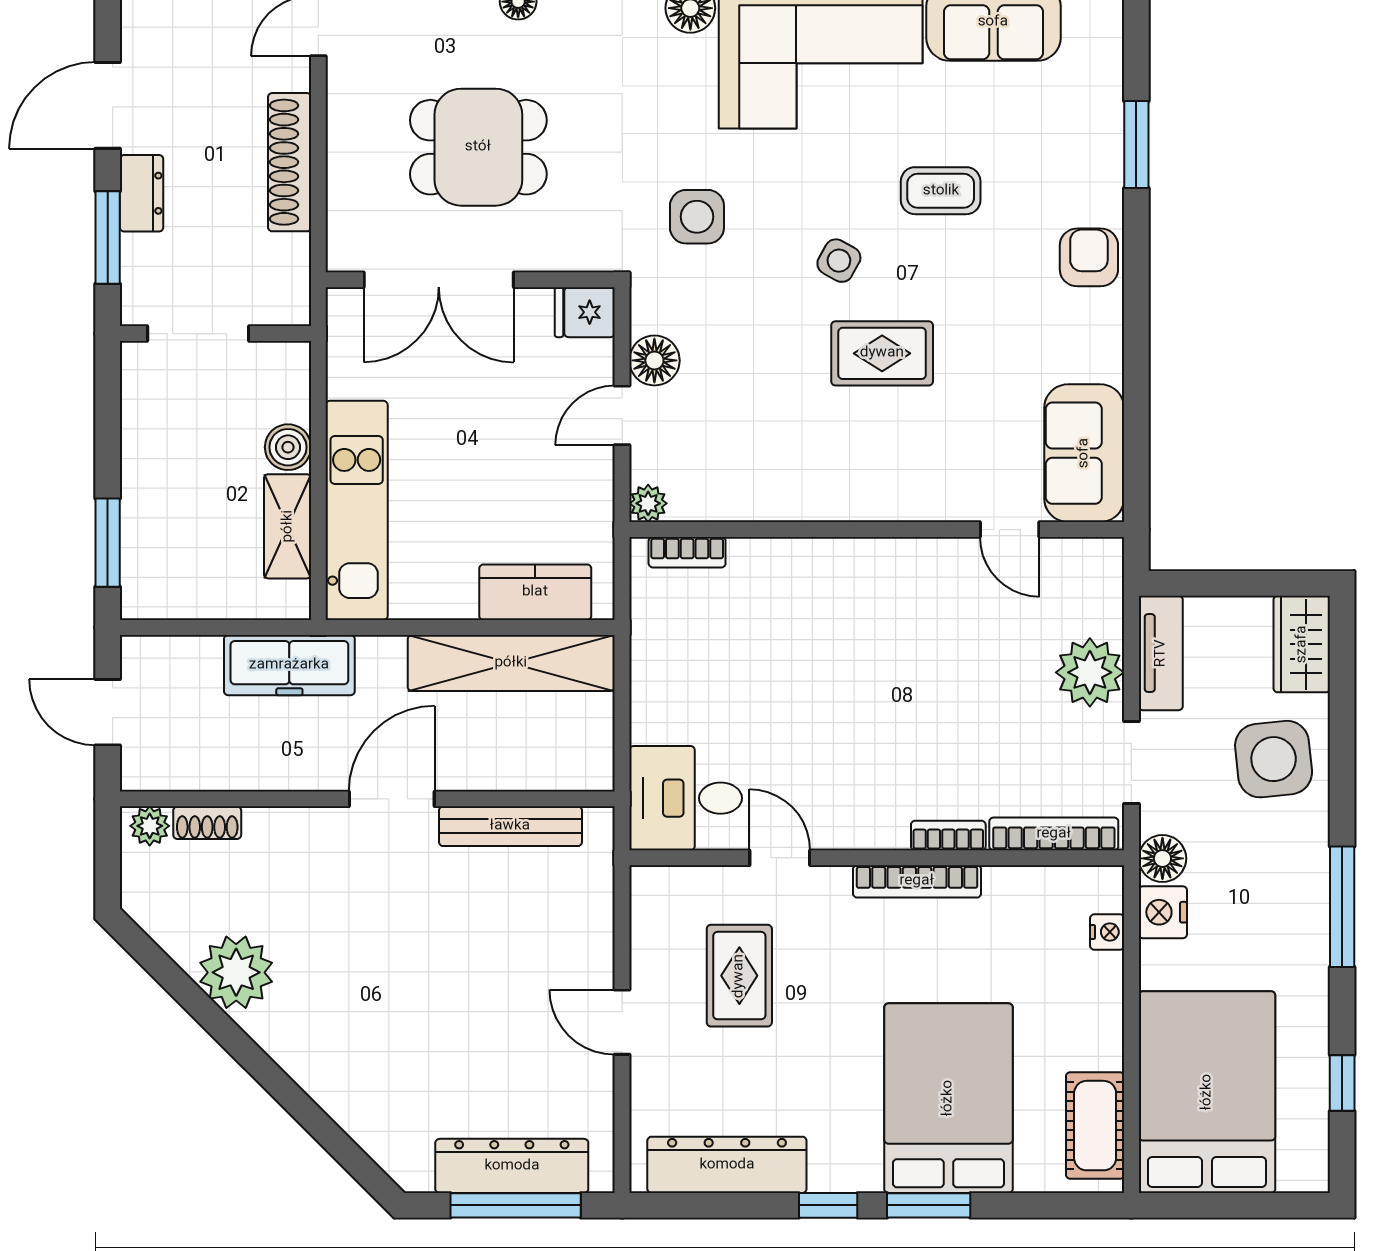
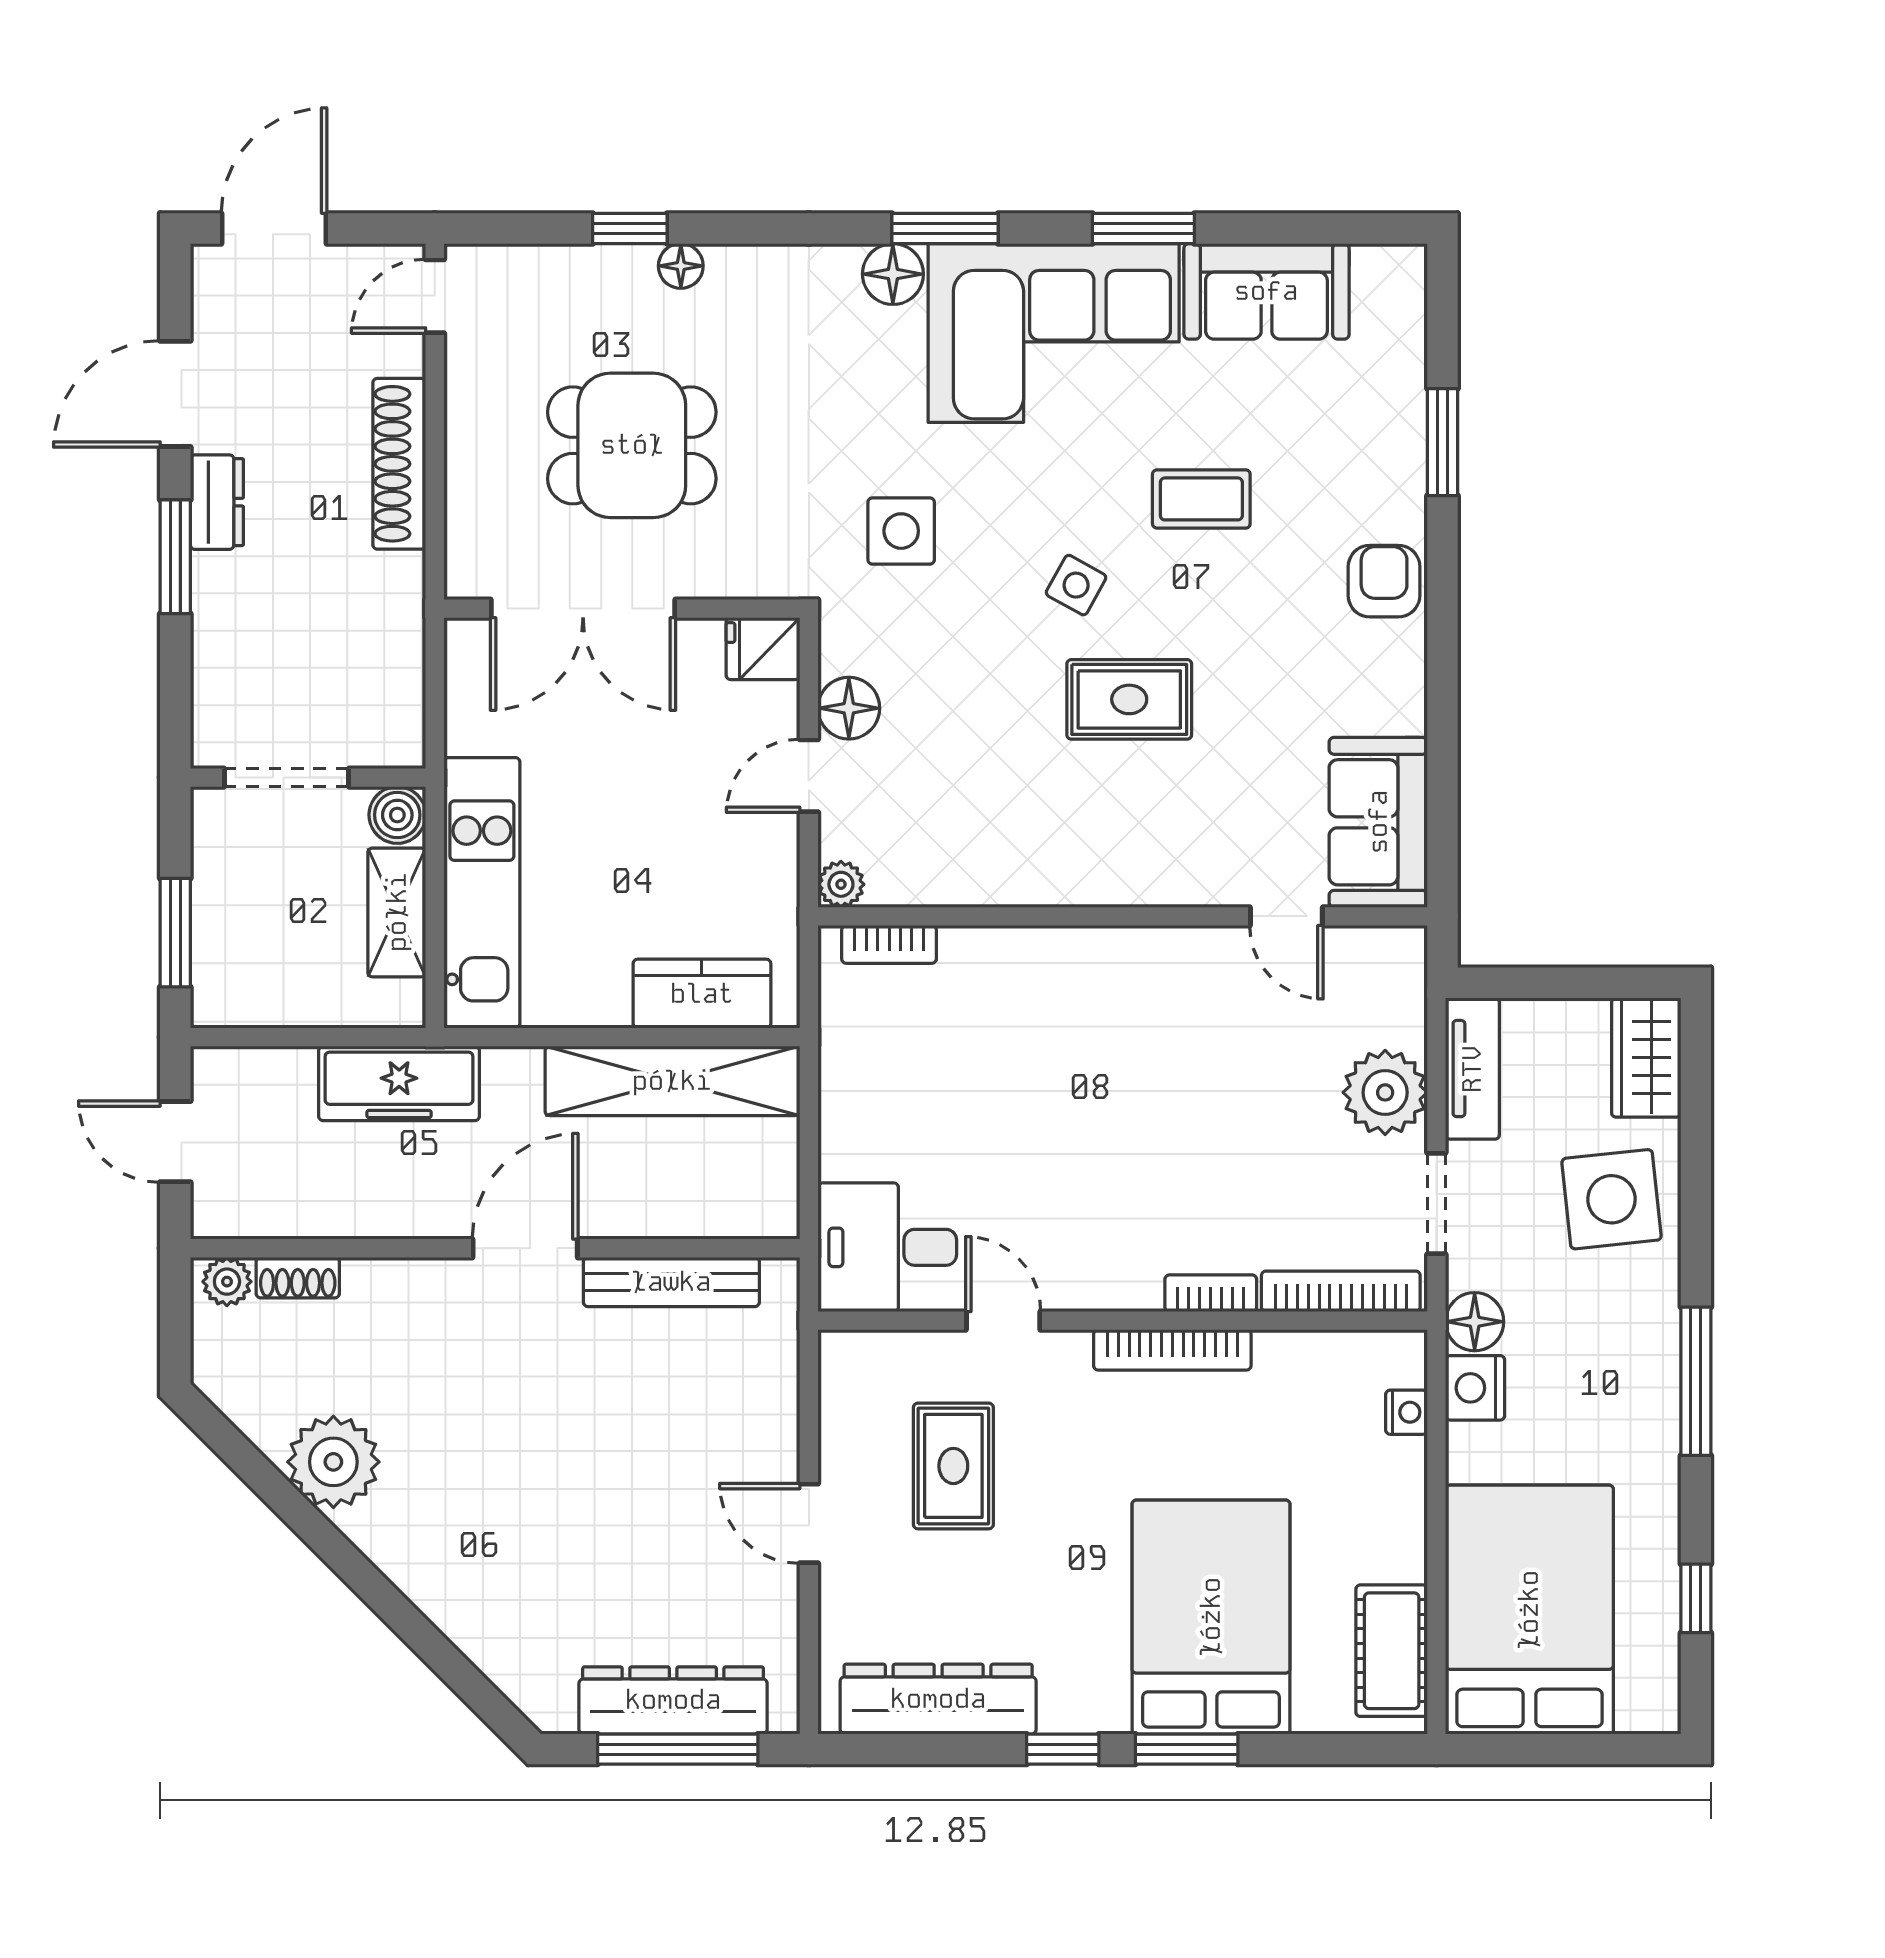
doorway: (198, 334) -> (287, 778), moved
wall: (215, 334) -> (308, 778), moved

